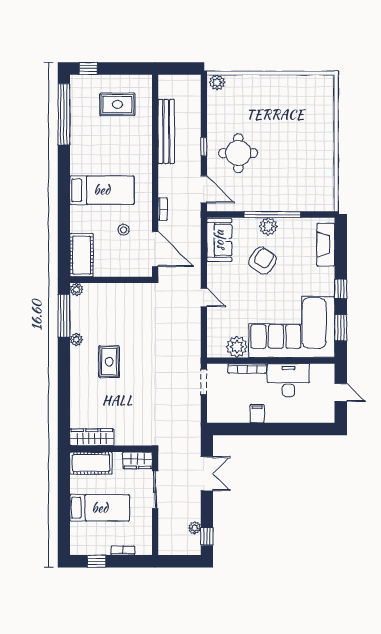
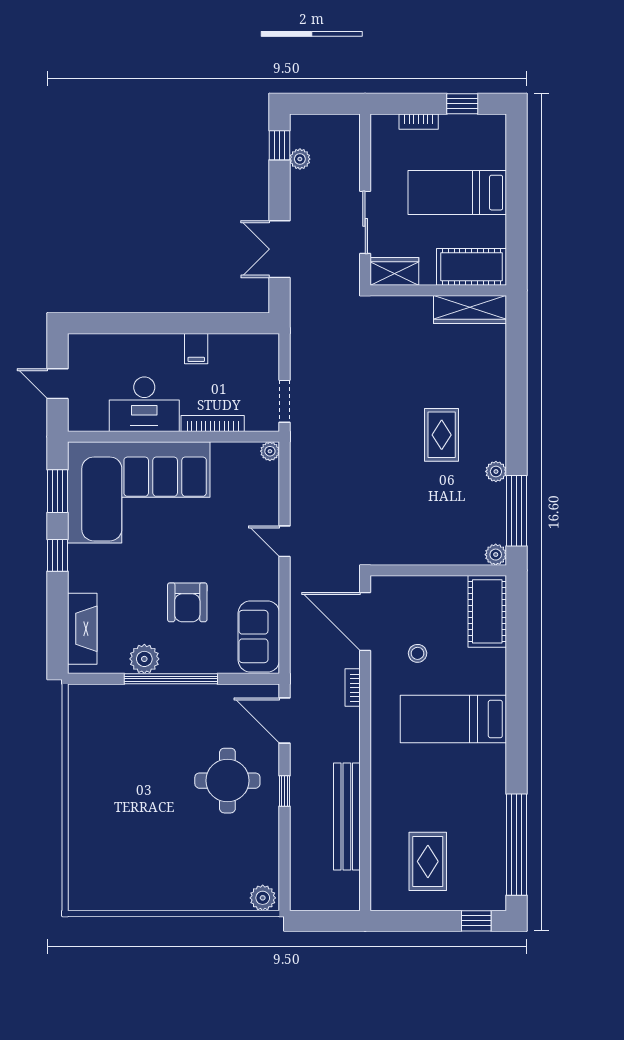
rug: (117, 104) -> (428, 861), turned 90
plant: (268, 226) -> (144, 659), moved
armchair: (262, 261) -> (187, 602), turned -33
plant: (237, 347) -> (270, 451), moved, width x0.53, depth x0.53

